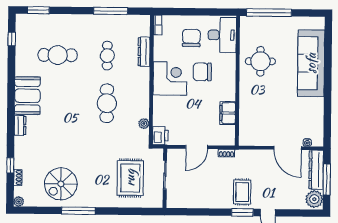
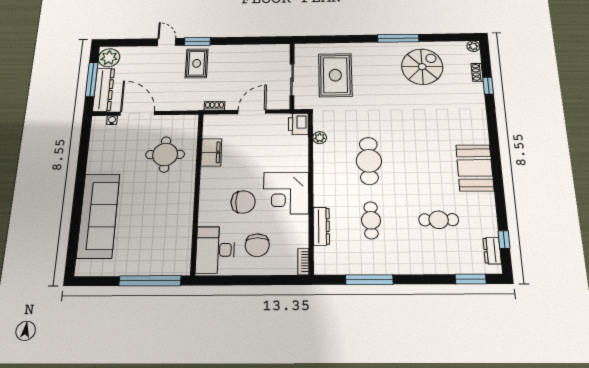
cafe table: (58, 55) -> (439, 220), width x0.73, depth x0.74
round table: (260, 61) -> (165, 154), moved
dresser: (20, 126) -> (492, 251), moved

